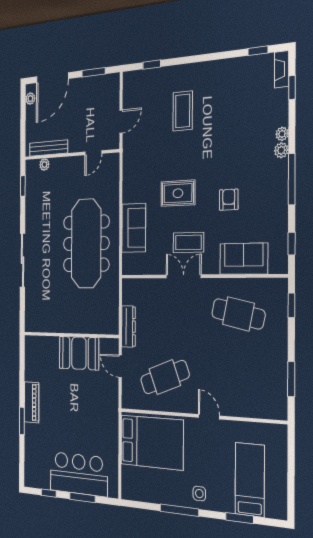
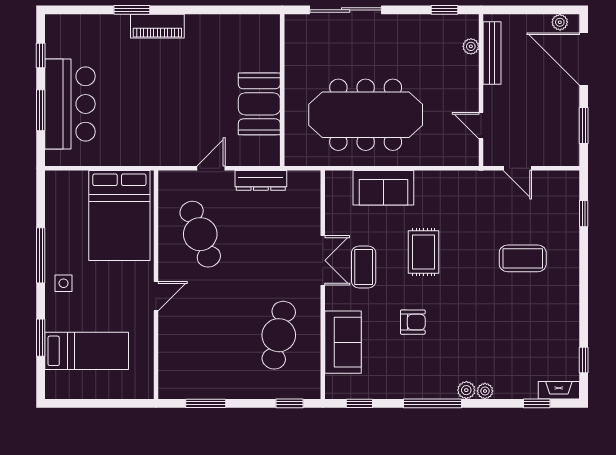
wall: (70, 335) -> (282, 90), moved
booth: (79, 353) -> (259, 104), moved

